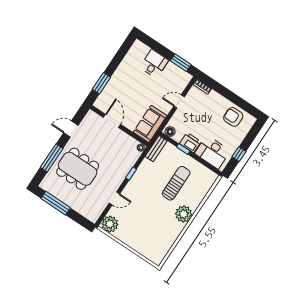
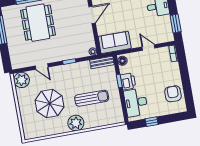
parasol: (149, 220) -> (50, 104), added

